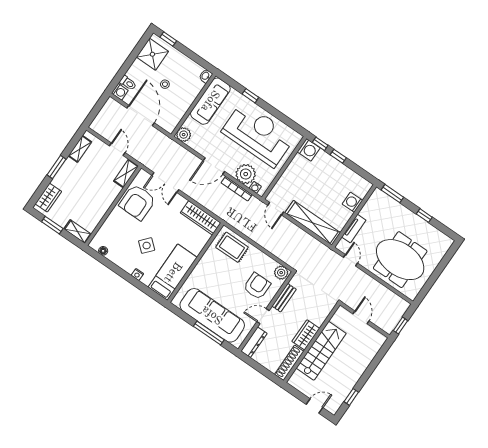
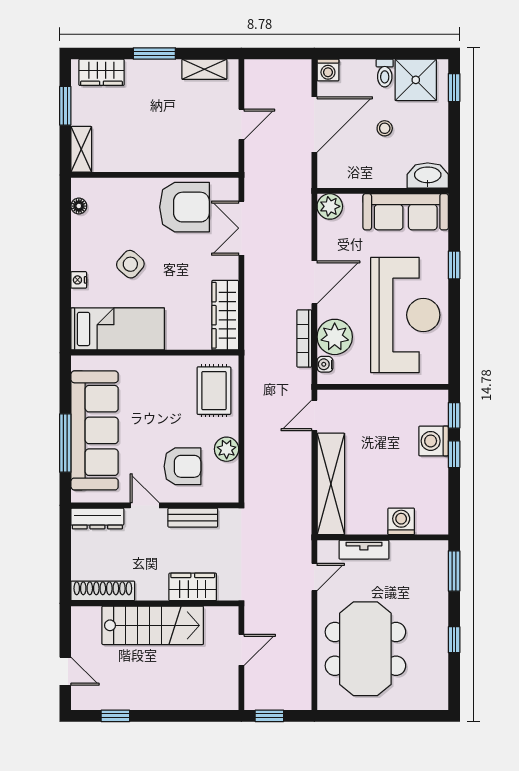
washbasin: (206, 76) -> (428, 176), width x1.91, depth x1.45
toilet: (128, 83) -> (385, 73), moved
washing machine: (309, 150) -> (434, 441), moved, turned 90
door: (214, 166) -> (314, 282), swing flipped
shelving: (126, 174) -> (215, 162), removed
armchair: (137, 202) -> (184, 207), turned 180
plant: (281, 273) -> (227, 449), moved
wardrobe: (306, 335) -> (193, 587), moved

